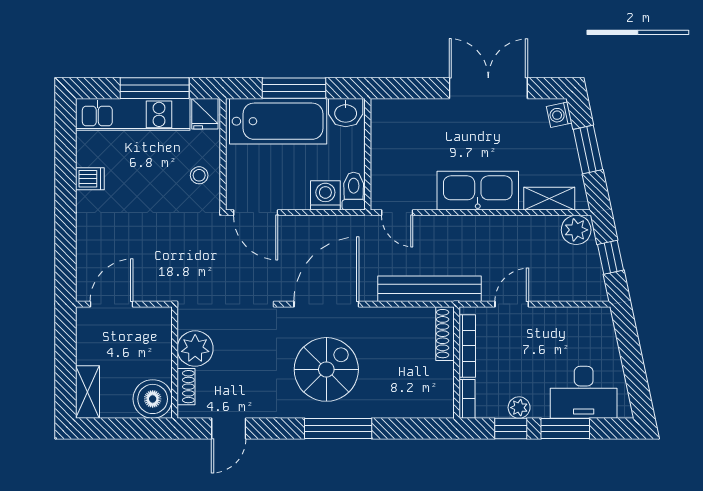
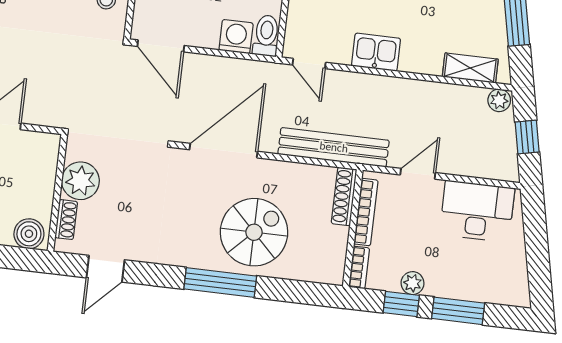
kitchen sink: (478, 191) -> (376, 52), width x0.53, depth x0.81
plant: (576, 230) -> (499, 100), width x0.73, depth x0.73
spiral stairs: (326, 369) -> (254, 232), moved
desk: (584, 392) -> (477, 211), moved, turned 180
boiler: (153, 399) -> (29, 234), width x0.73, depth x0.73

